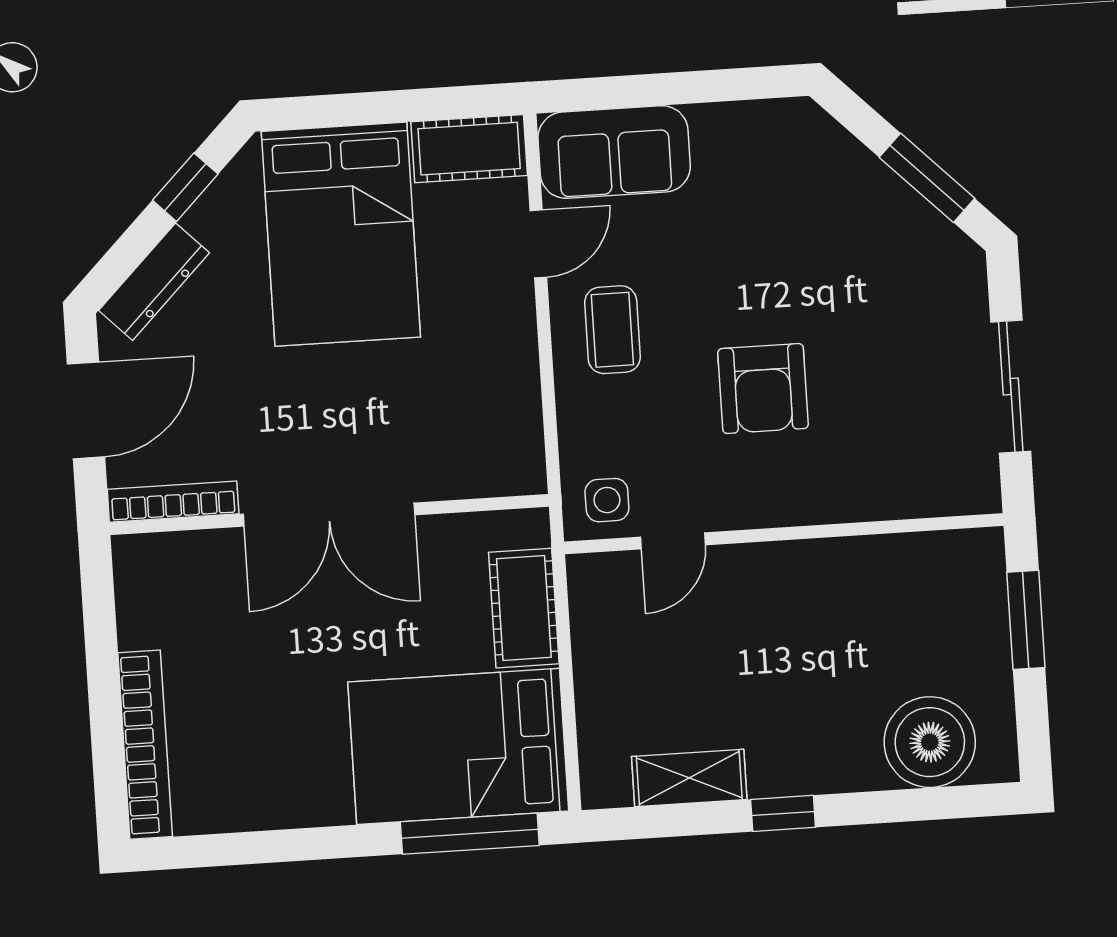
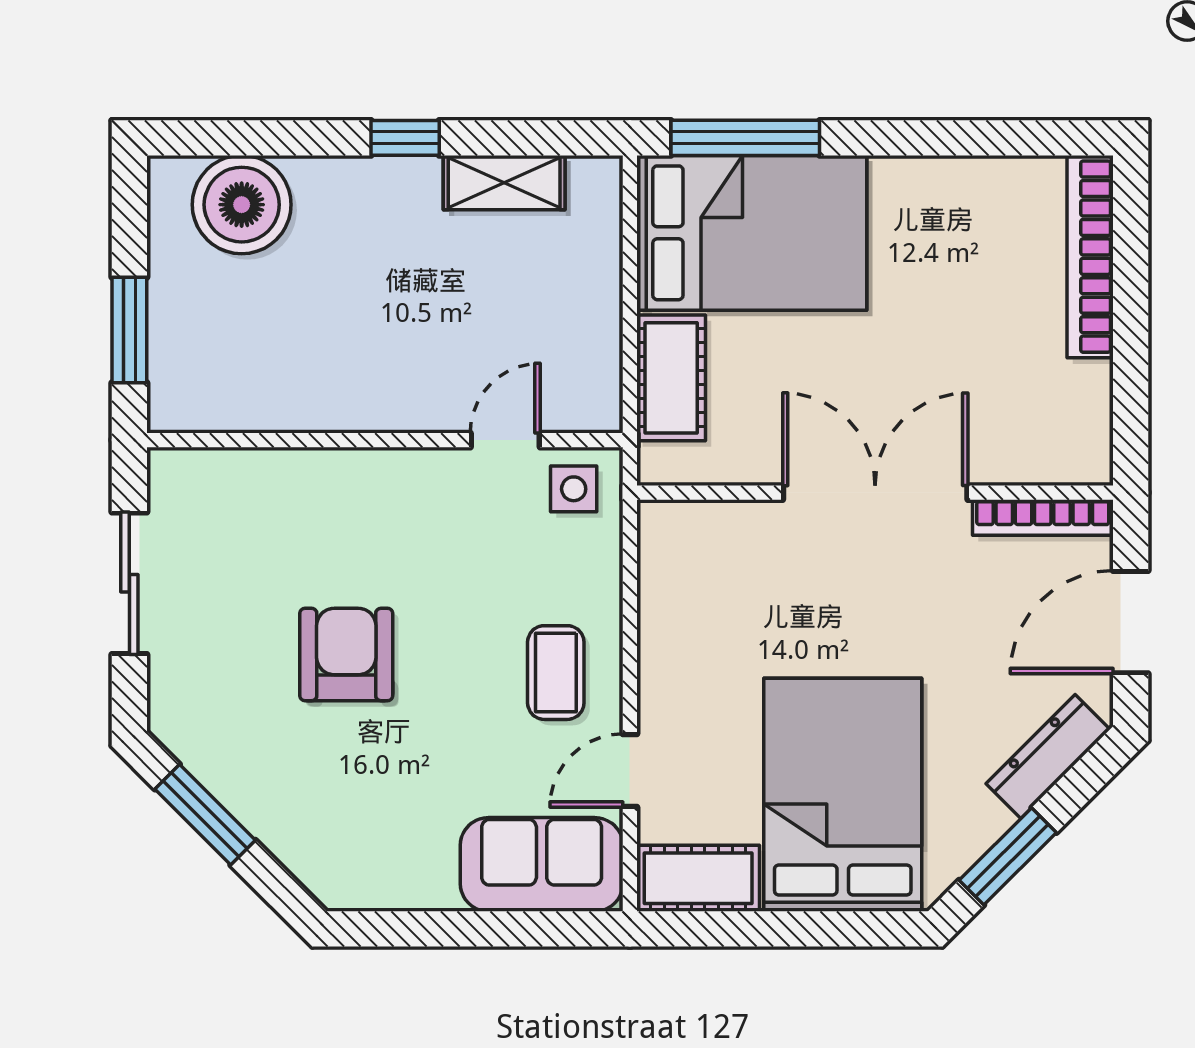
window: (185, 187) -> (1008, 856), width x1.50
armchair: (763, 389) -> (346, 655), moved

